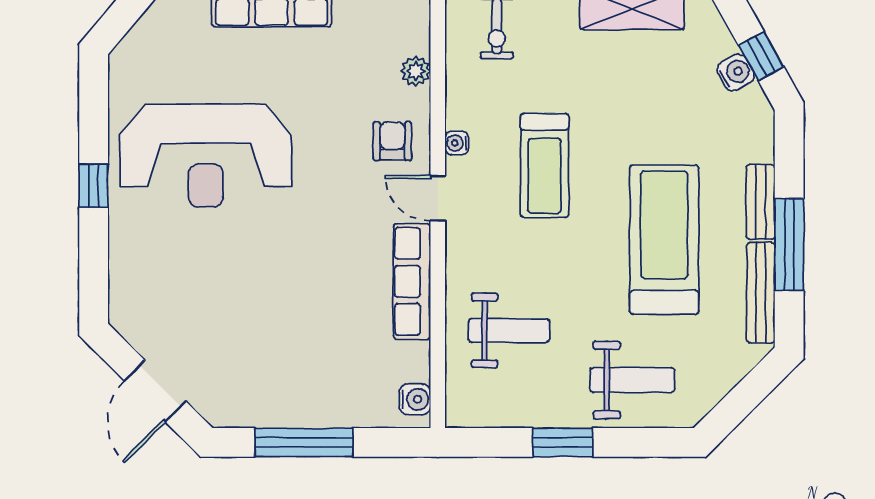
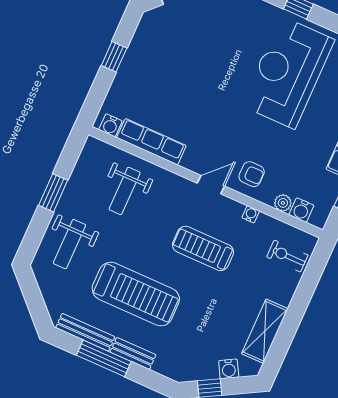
water cooler: (414, 37) -> (301, 210), added
water cooler: (736, 73) -> (229, 369), moved
water cooler: (457, 143) -> (251, 214), moved
row of seats: (412, 281) -> (151, 142), moved
window: (304, 442) -> (114, 57), width x0.46

